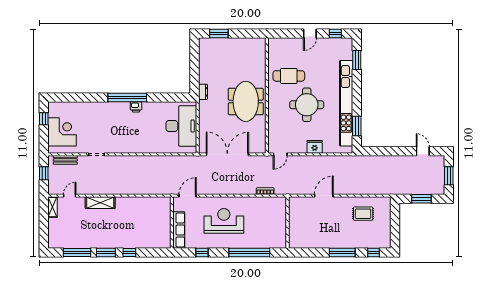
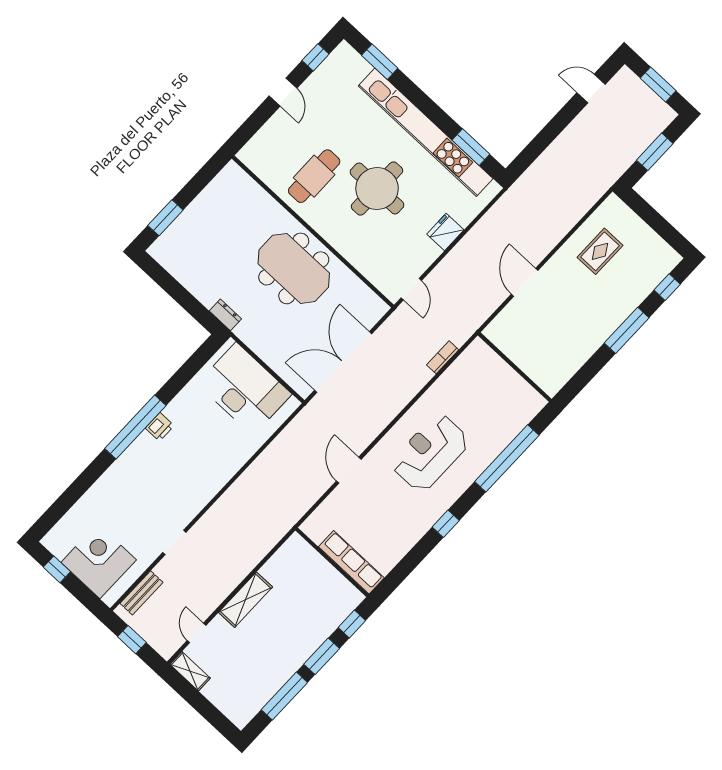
wall: (172, 223) -> (332, 562), moved
row of seats: (179, 230) -> (351, 562), moved

